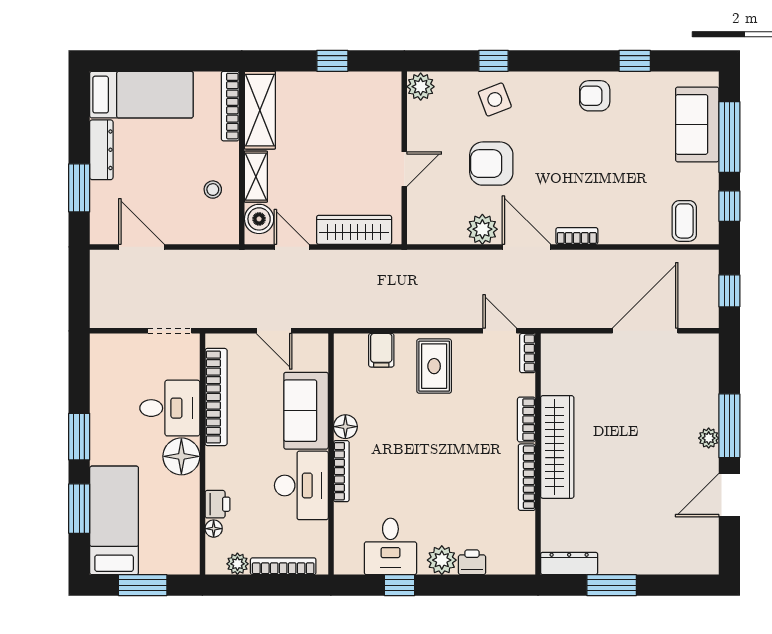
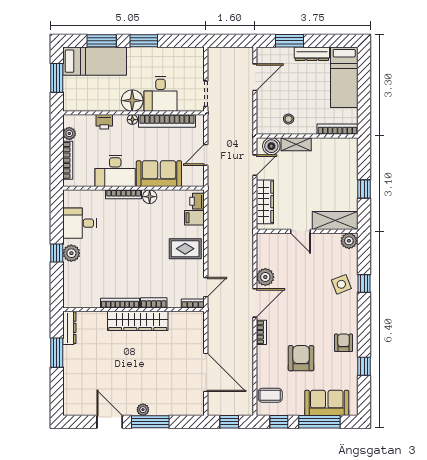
shelving: (260, 110) -> (335, 221), moved
armchair: (491, 164) -> (301, 358), moved
floor lamp: (214, 529) -> (132, 120), moved
printer: (472, 562) -> (197, 201), moved, turned 180
window: (400, 585) -> (57, 253), moved

